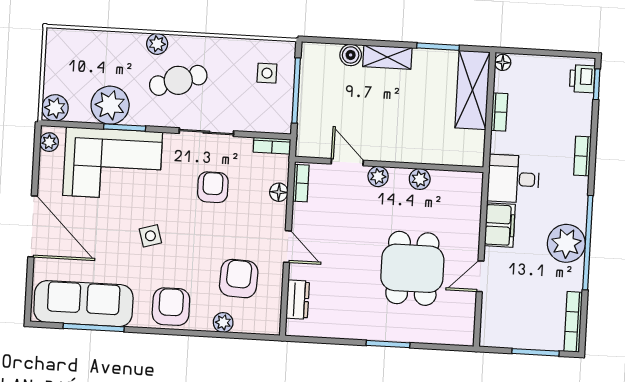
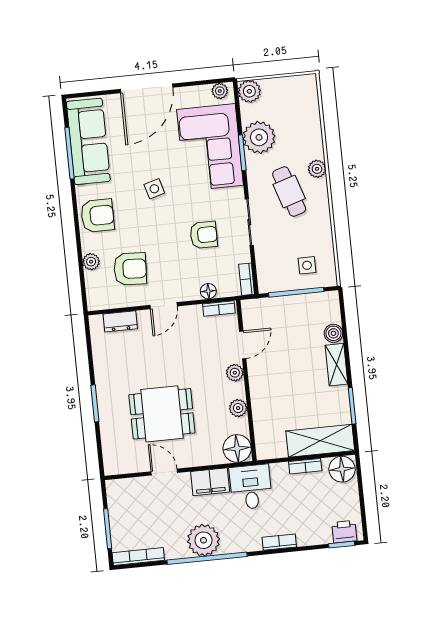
floor lamp: (503, 62) -> (342, 469), width x1.89, depth x1.89
floor lamp: (466, 188) -> (237, 448), added

